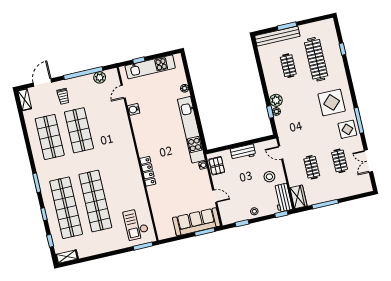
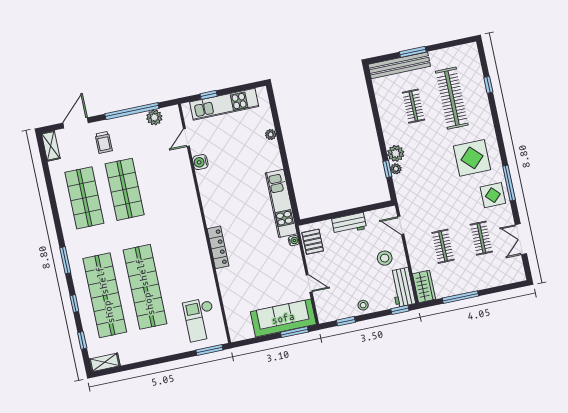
kitchen unit: (191, 130) -> (281, 203), width x0.73

